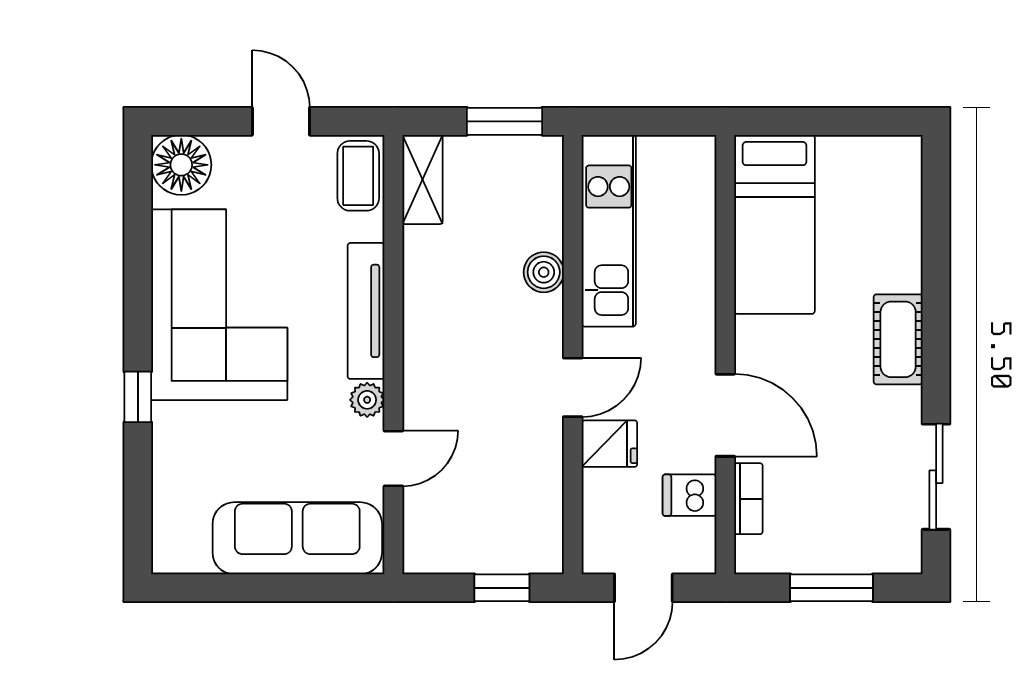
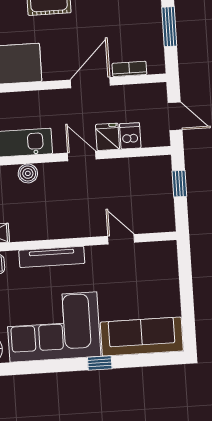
plant: (367, 400) -> (94, 254), removed
dishwasher: (689, 495) -> (130, 136), moved, turned 180
sofa: (297, 538) -> (142, 337), moved, turned 90

